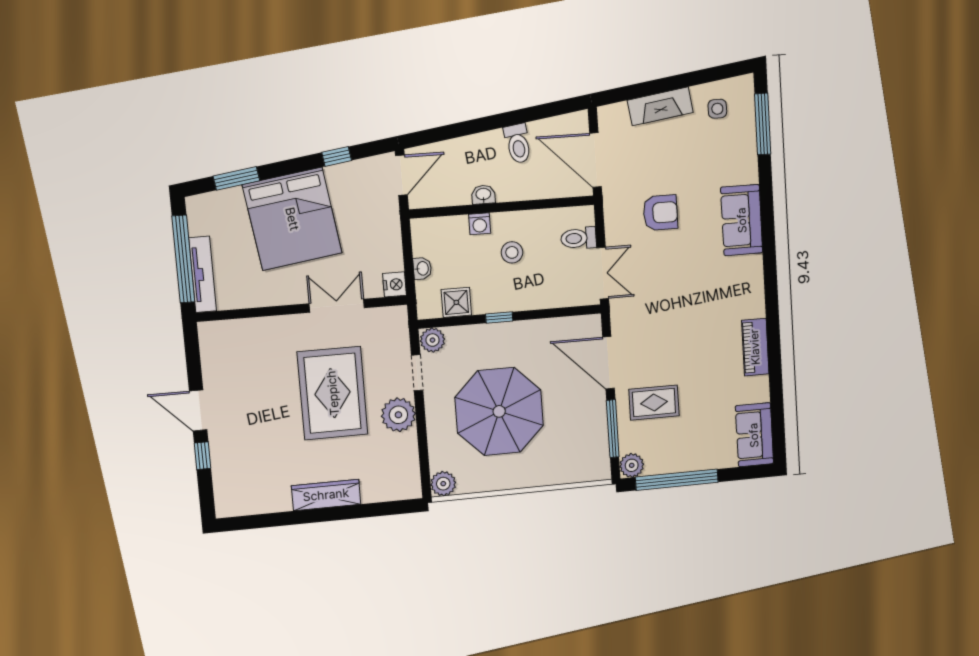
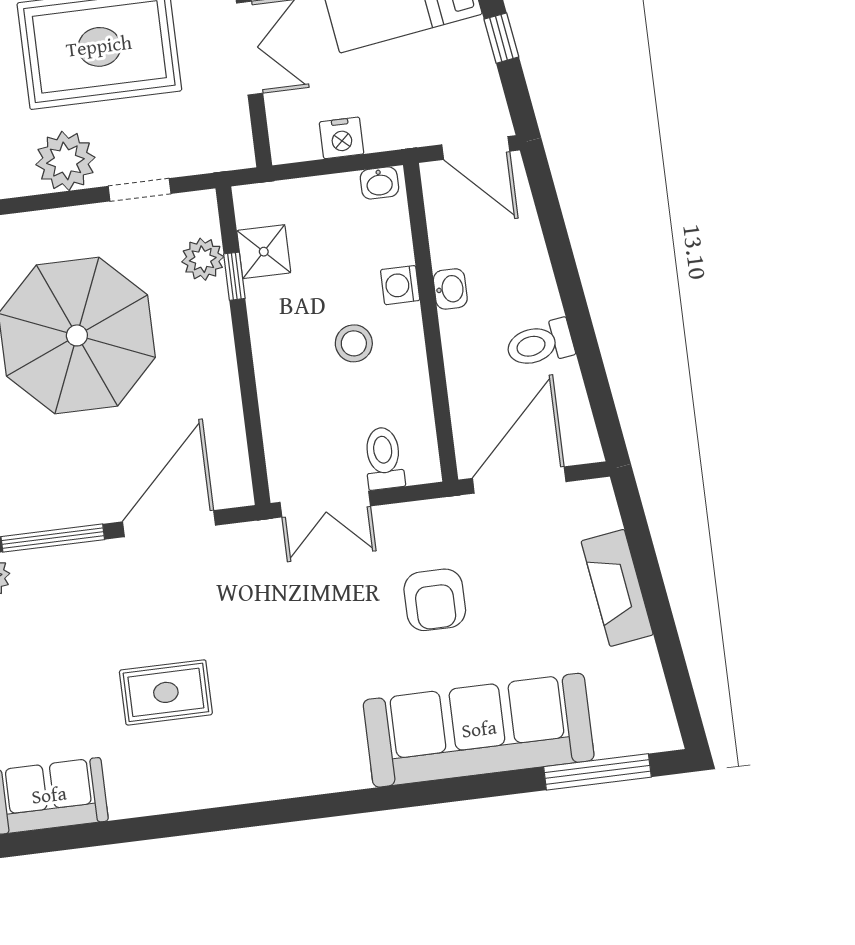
side table: (717, 109) -> (619, 689), removed
sofa: (742, 220) -> (479, 730), width x1.85, depth x1.27
washbasin: (422, 268) -> (379, 183), moved
nightstand: (394, 284) -> (342, 138), moved
window: (499, 317) -> (234, 276), moved
plant: (433, 340) -> (203, 259), moved
piano: (755, 347) -> (206, 786), removed
rug: (654, 403) -> (166, 692), moved, turned 90

